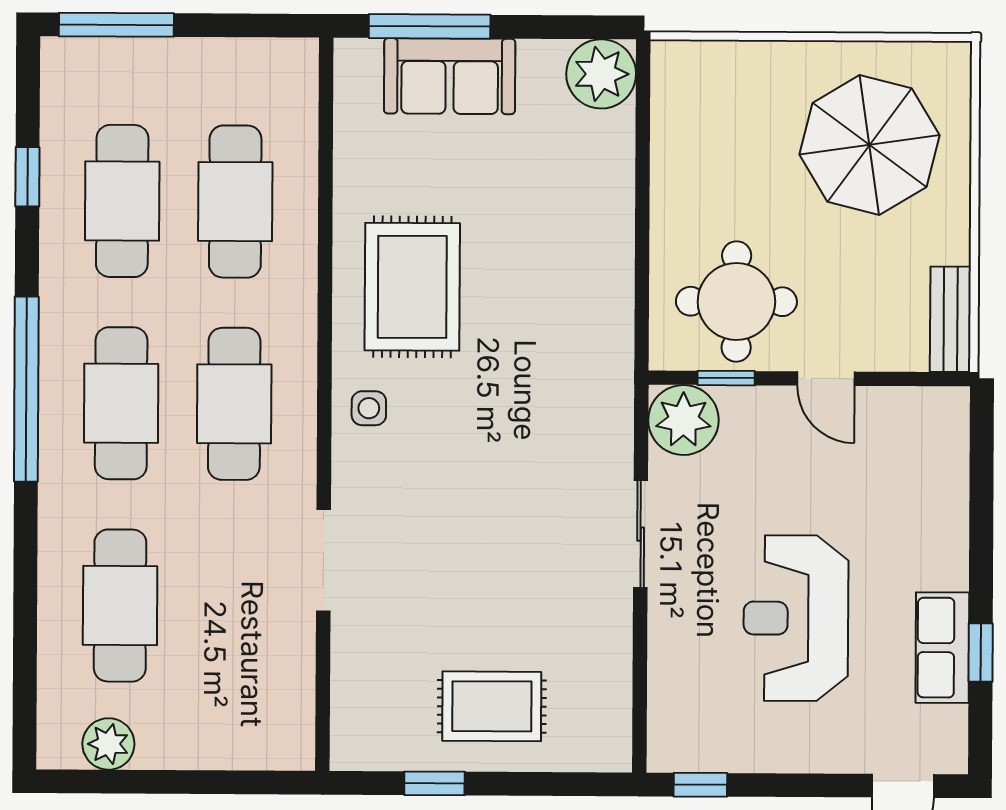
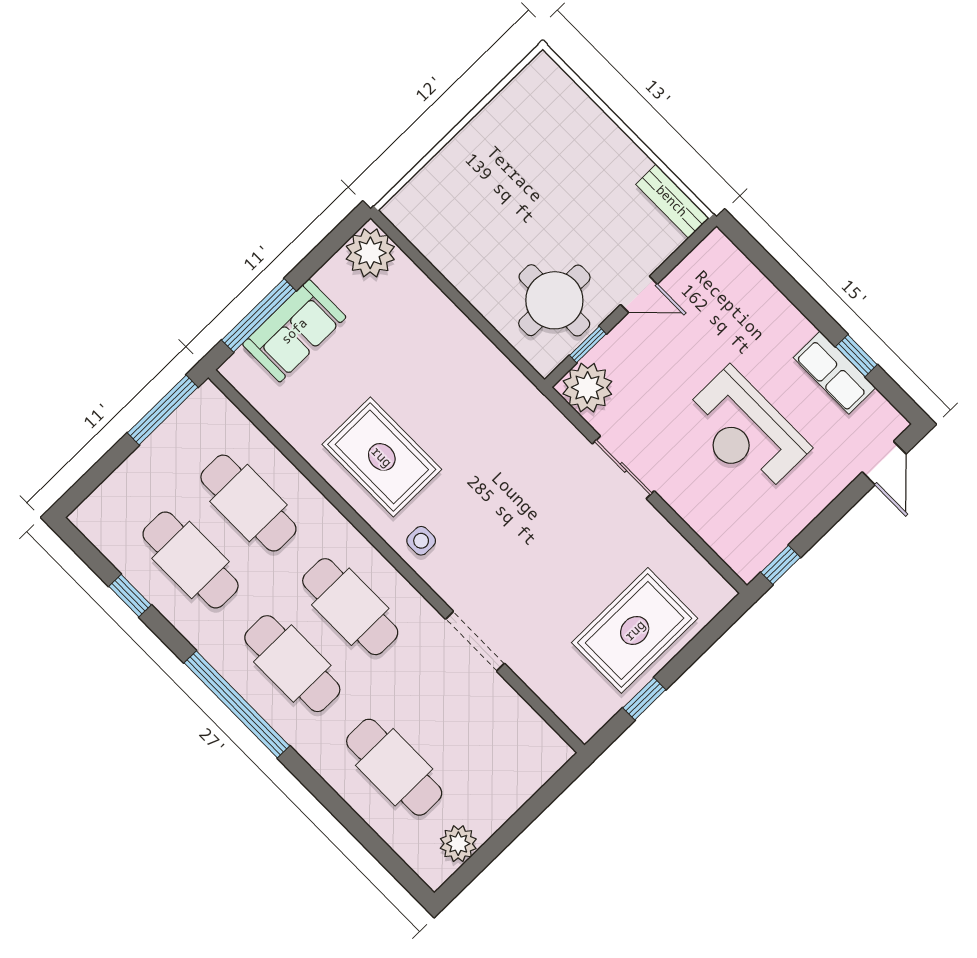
window: (116, 25) -> (163, 410), moved
parasol: (869, 145) -> (543, 153), removed
rug: (492, 706) -> (635, 630), width x1.36, depth x1.43

